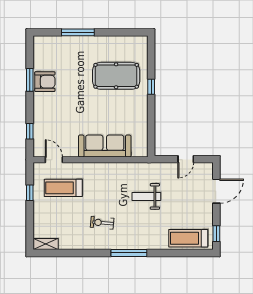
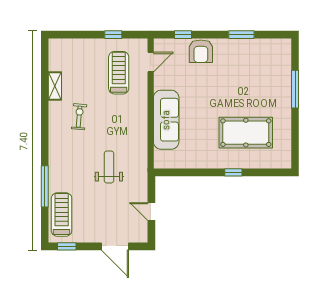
pool table: (116, 76) -> (246, 133), turned 90
armchair: (45, 82) -> (201, 51), moved
shelving: (46, 244) -> (55, 86), moved
window: (129, 253) -> (45, 186), moved

